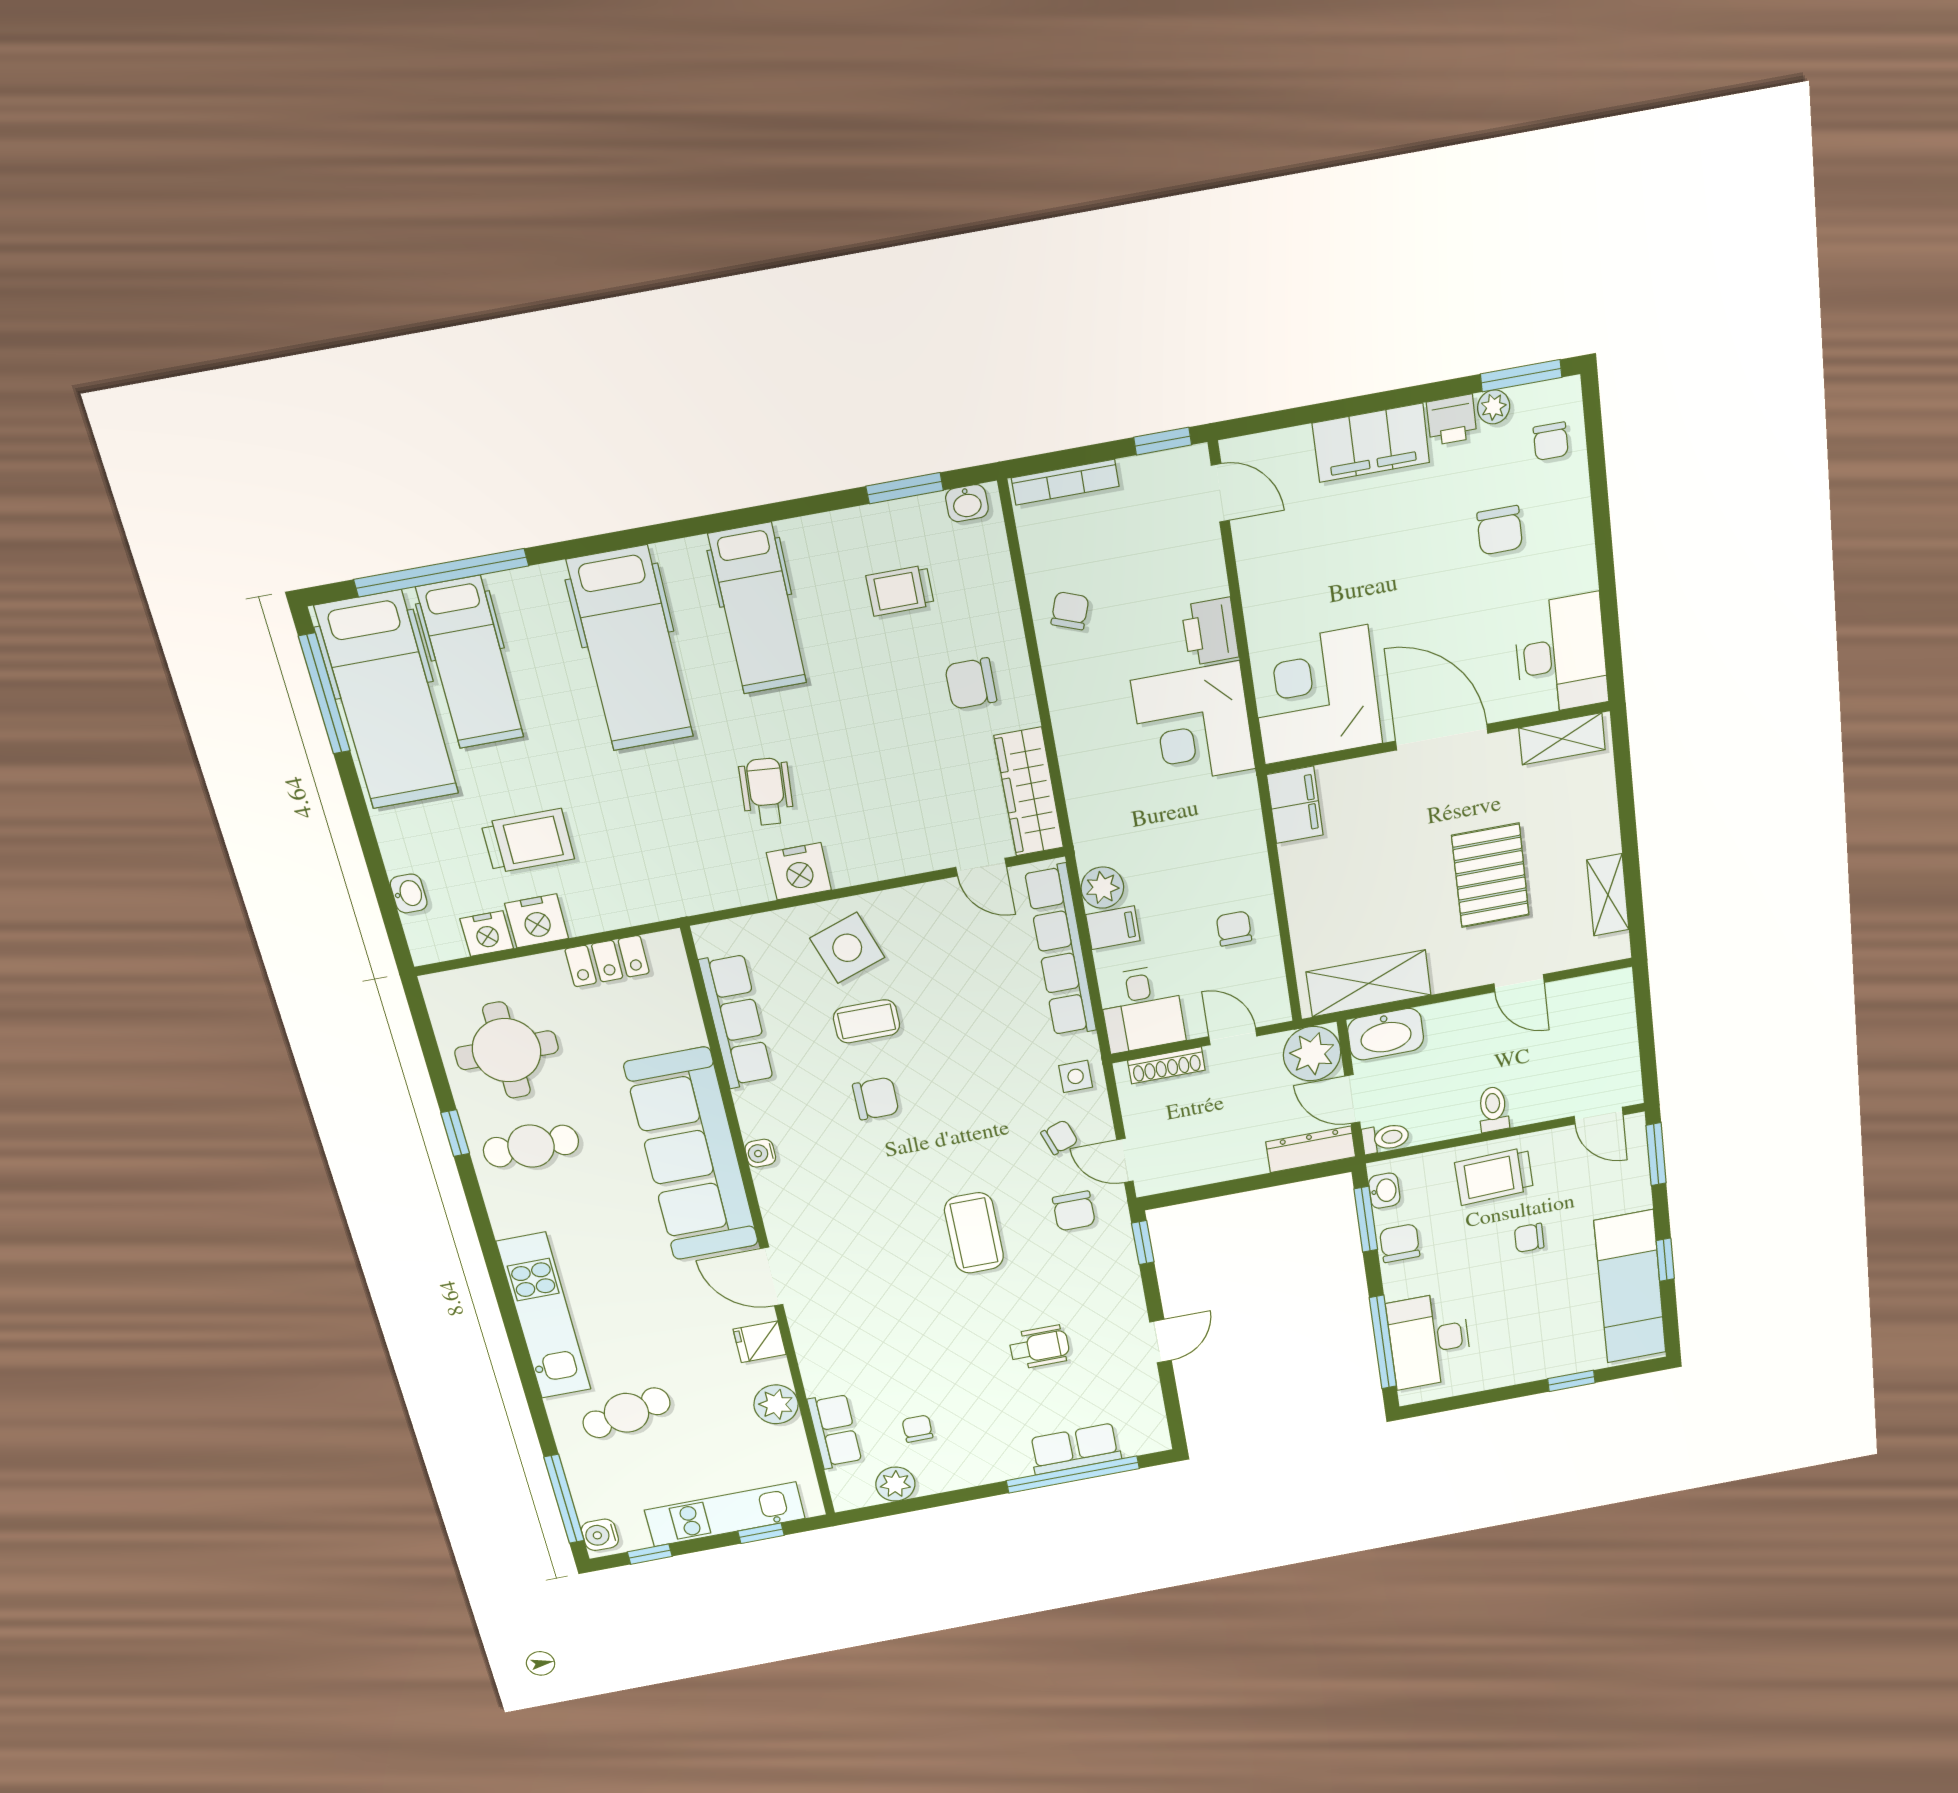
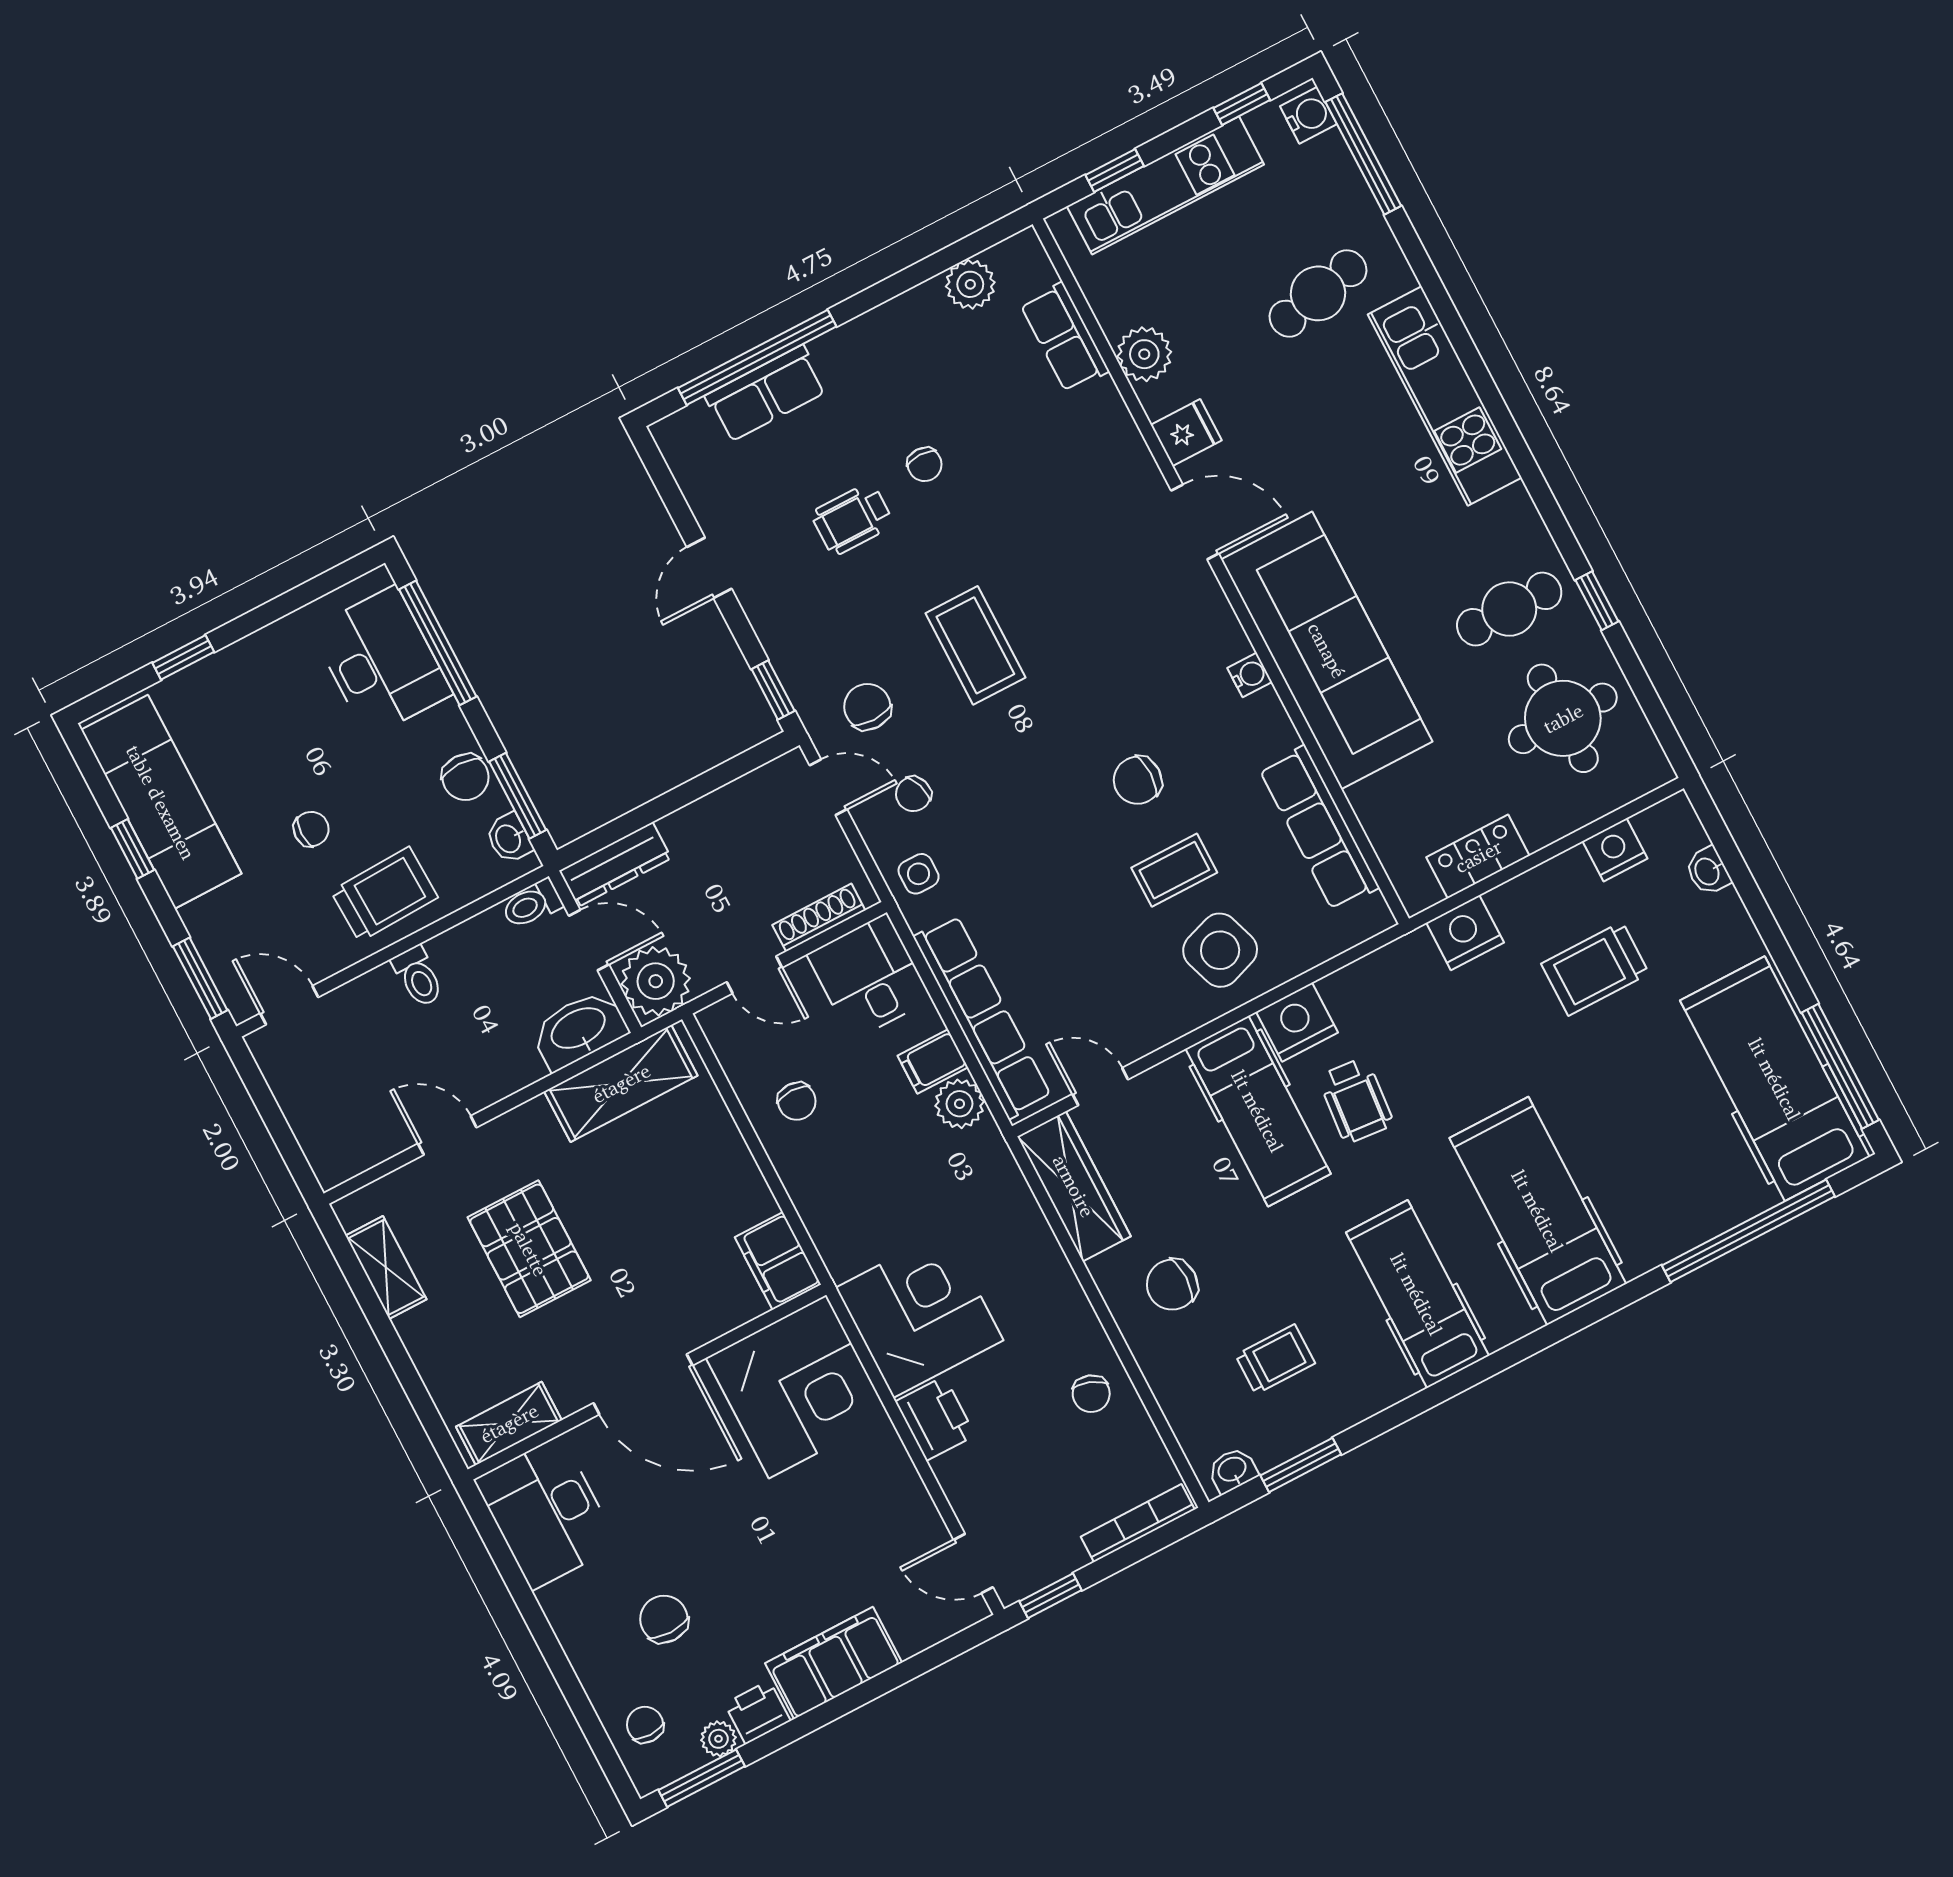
hospital bed: (470, 663) -> (1258, 1111), moved, turned 180
chair: (971, 683) -> (1172, 1285), turned 180
nightstand: (537, 921) -> (1465, 933), moved
chair: (917, 1429) -> (925, 464), moved

